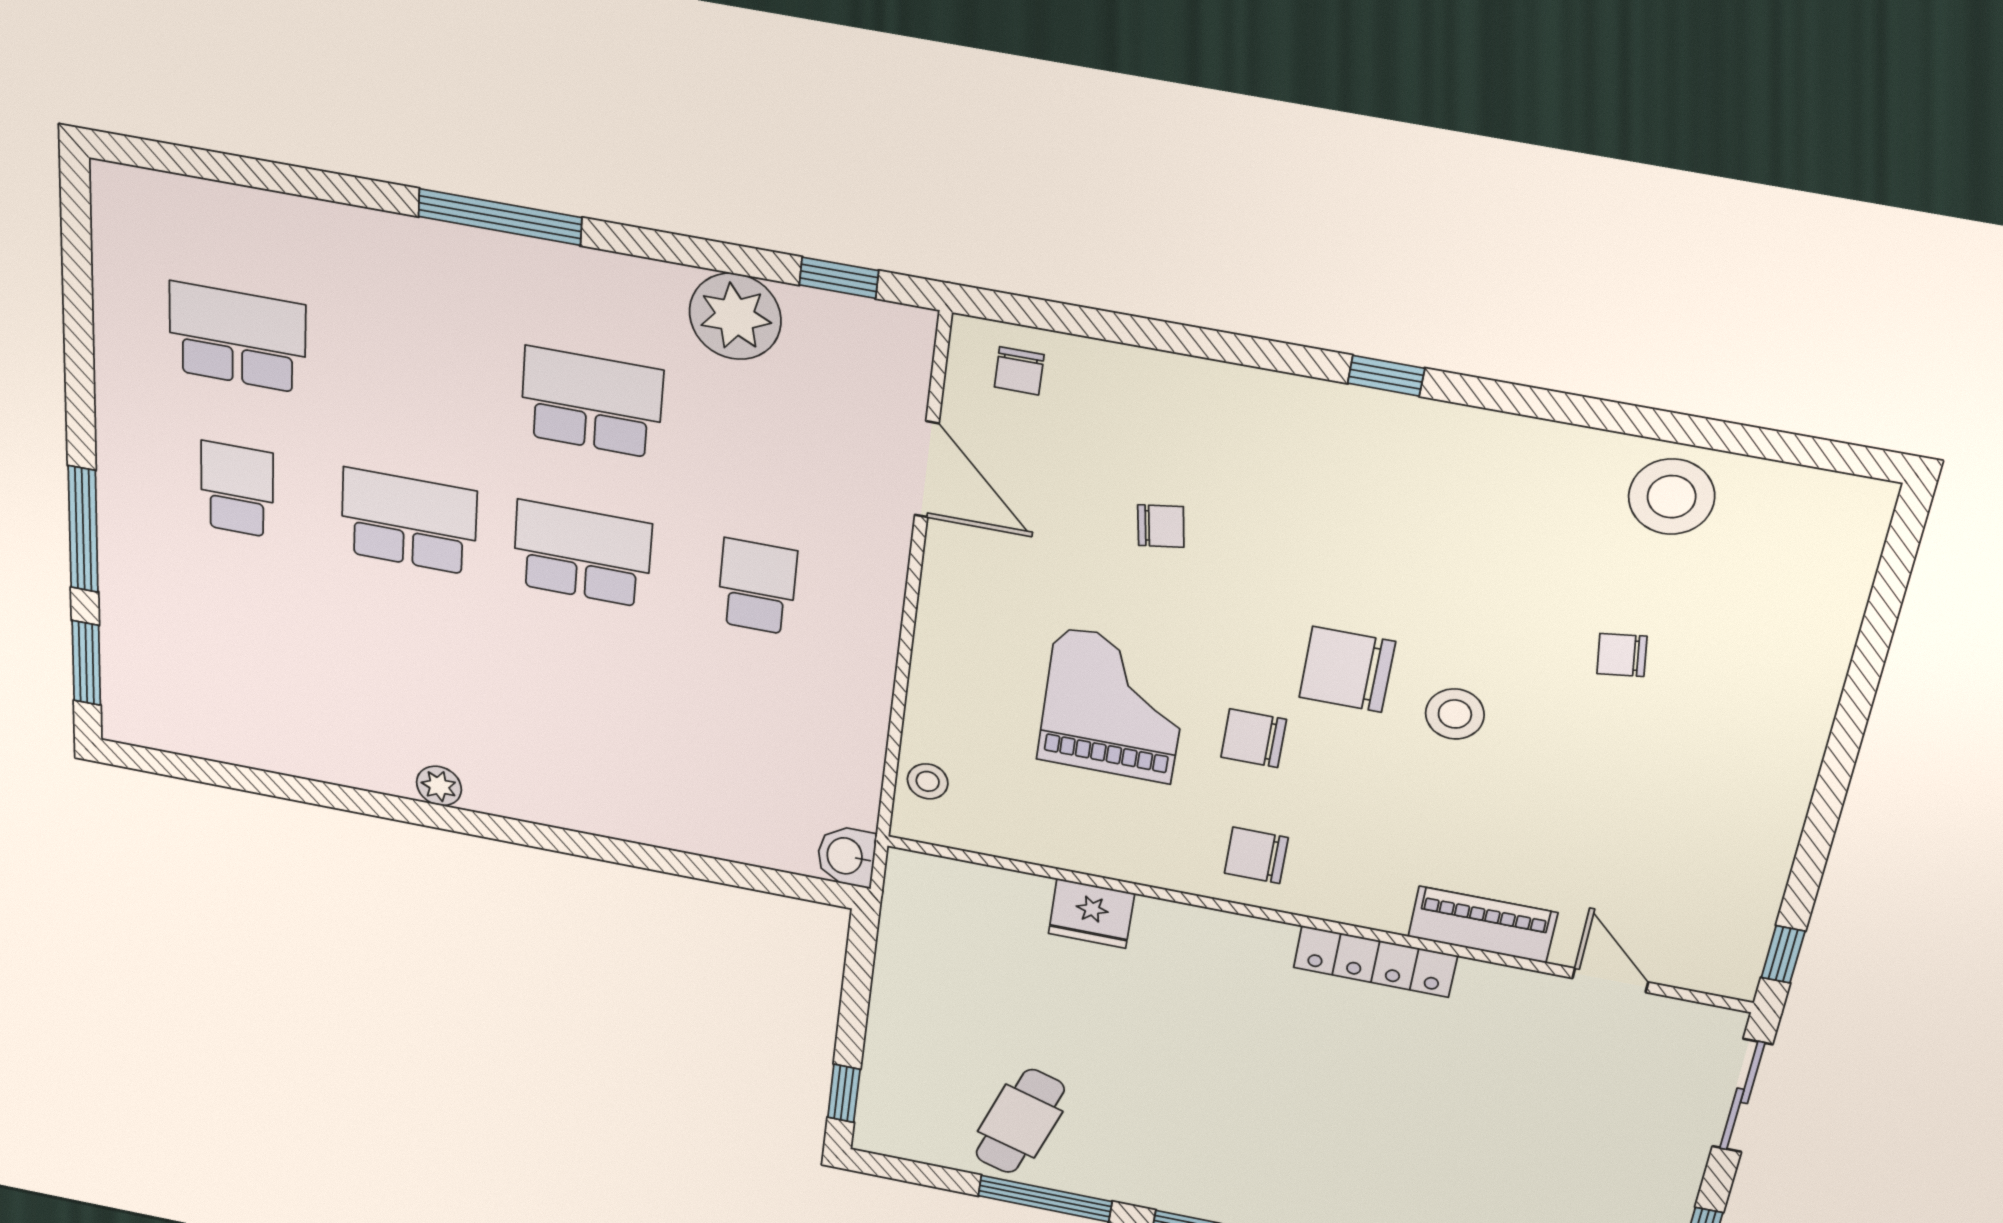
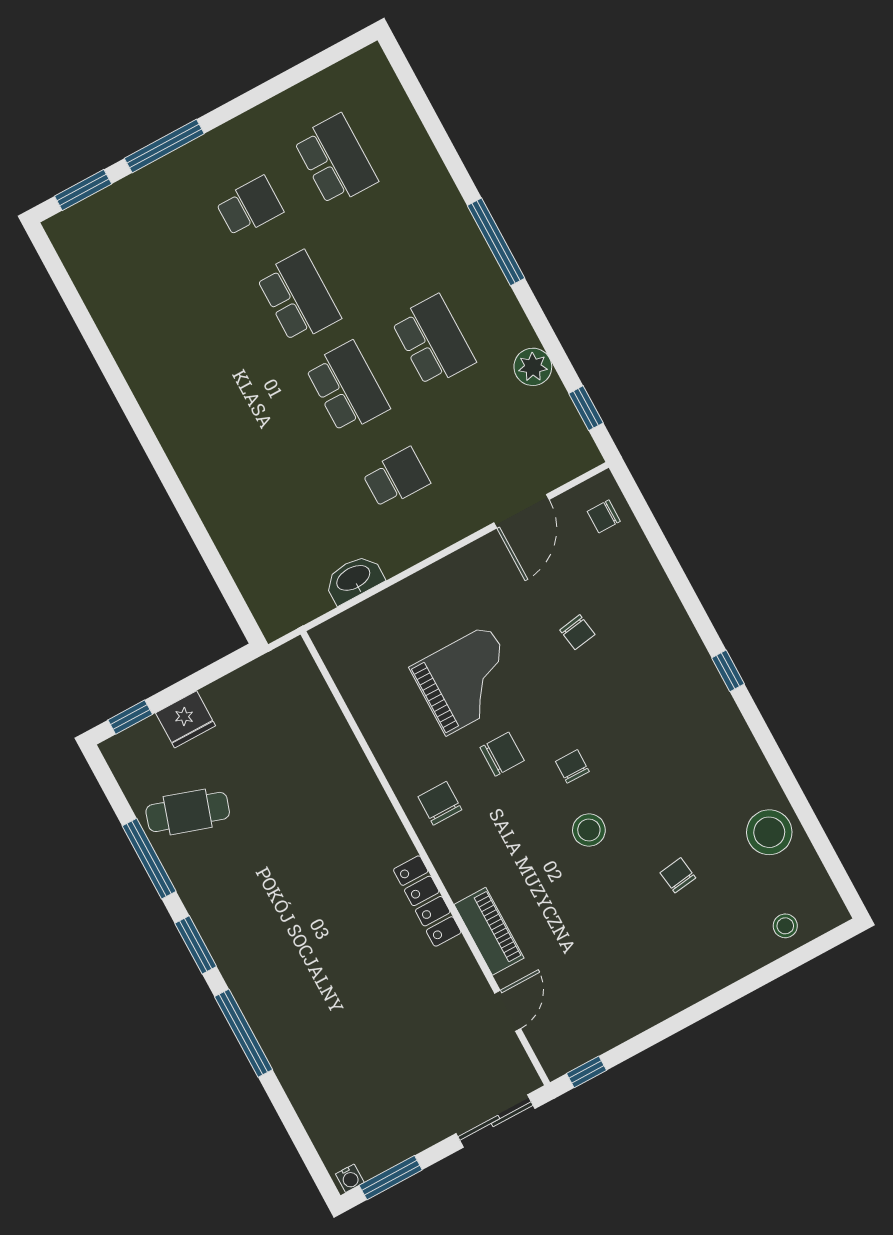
plant: (735, 316) -> (533, 367), width x0.73, depth x0.73
chair: (1347, 669) -> (572, 766), width x0.54, depth x0.54
chair: (1254, 738) -> (502, 754), turned 90
stool: (928, 781) -> (785, 926), moved
plant: (439, 786) -> (153, 403), removed
washbasin: (846, 856) -> (354, 579), moved, width x1.38
fridge: (1091, 914) -> (186, 719), moved, turned -90

